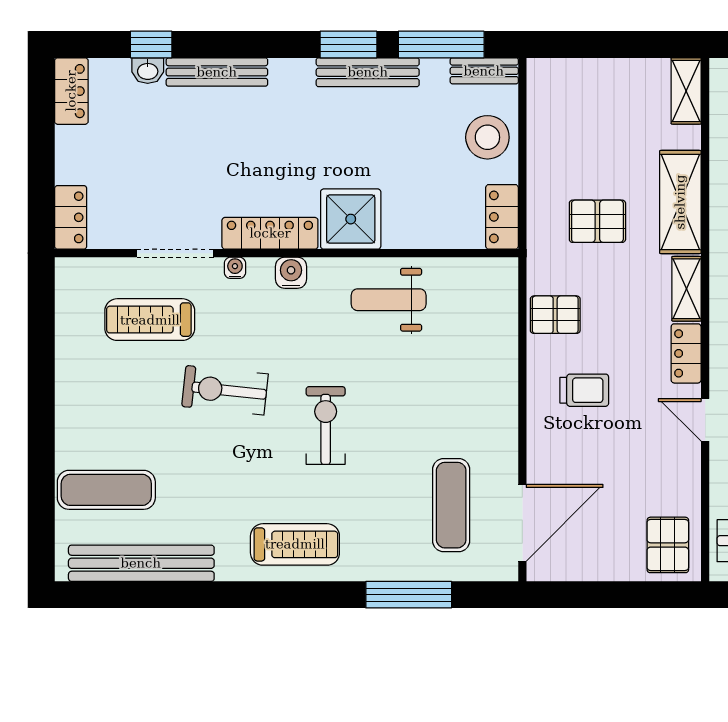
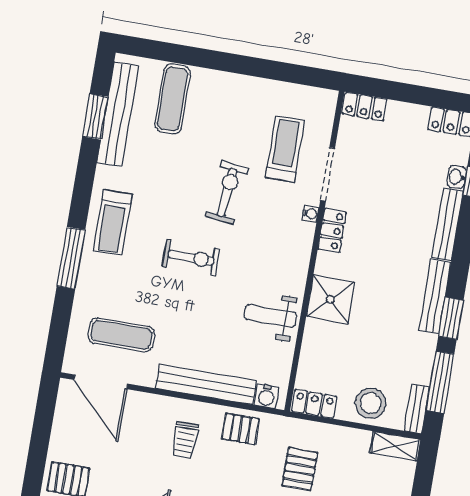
bench: (368, 72) -> (435, 297), moved
shelving: (542, 92) -> (395, 446), added
locker: (270, 233) -> (332, 231), width x0.66
water cooler: (291, 273) -> (267, 396), moved, turned 90
weight bench: (389, 300) -> (270, 316), turned -90
pallet: (555, 315) -> (240, 429), turned 90
bench: (501, 374) -> (206, 384), added
window: (150, 595) -> (95, 117), added
window: (409, 595) -> (71, 258), moved

